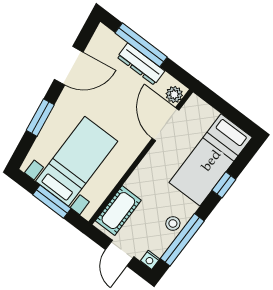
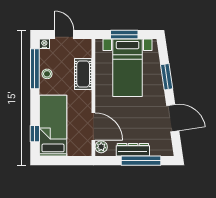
door: (69, 66) -> (173, 118), swing flipped
window: (224, 185) -> (35, 134), moved
cot: (118, 211) -> (83, 74), moved

